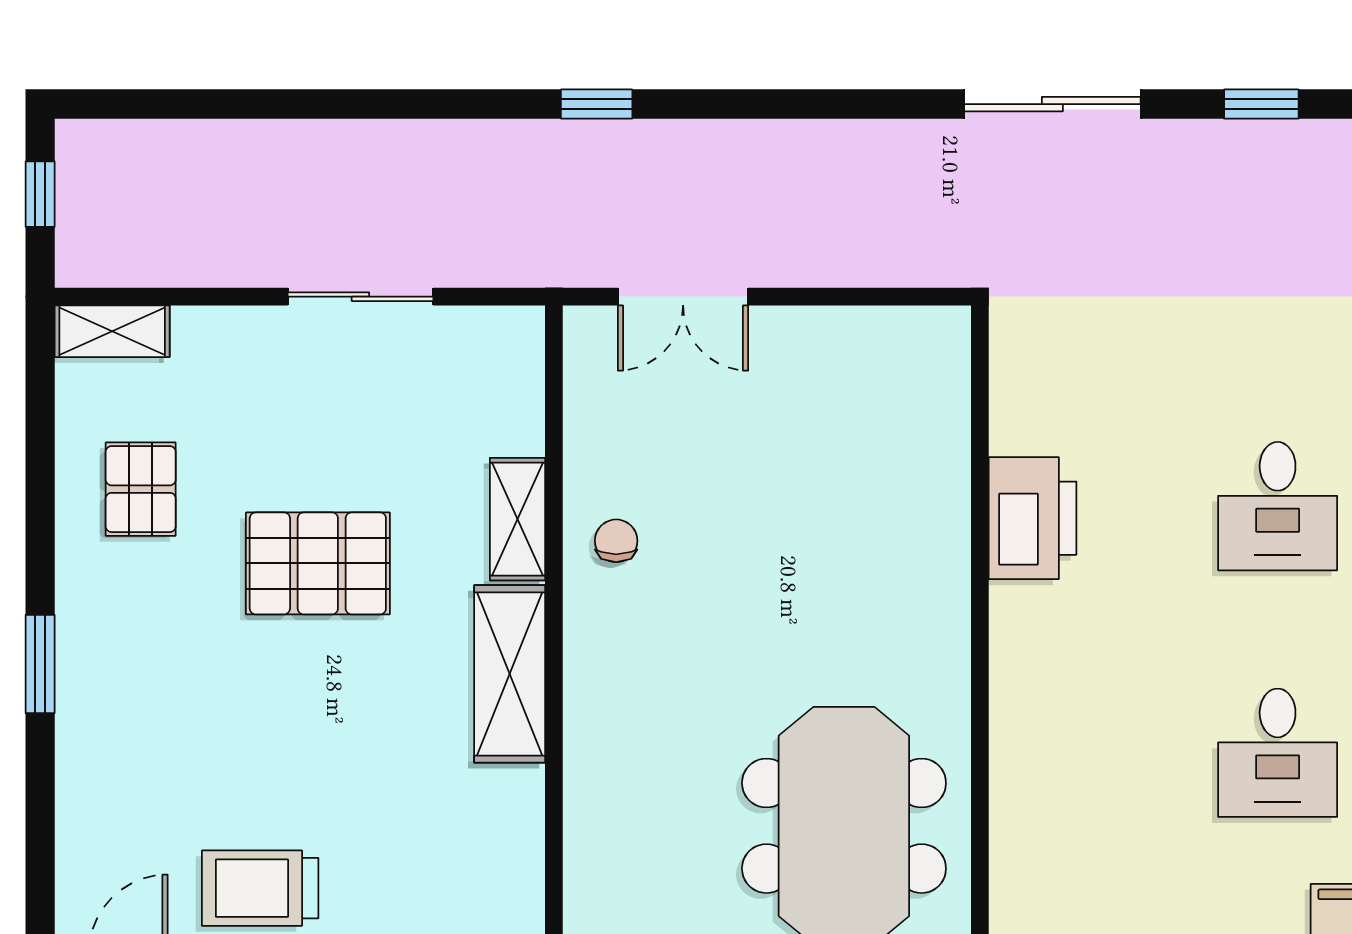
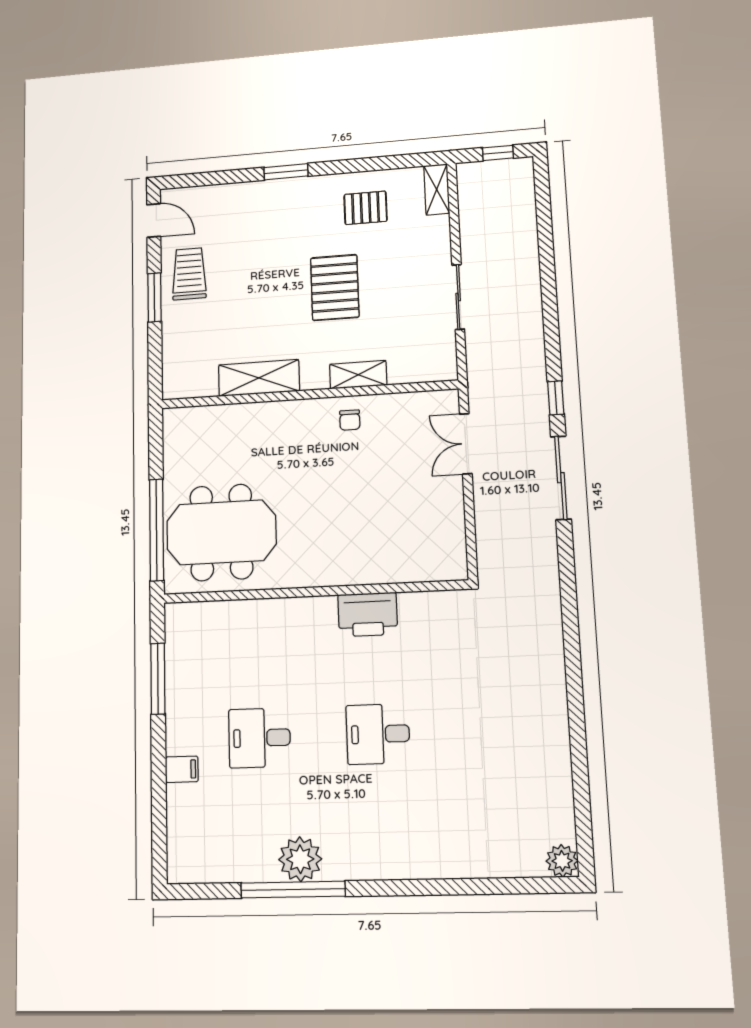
sliding door: (1052, 104) -> (561, 478), moved
window: (1261, 104) -> (577, 719), removed
chair: (616, 541) -> (350, 420), turned 90
shelving: (510, 674) -> (259, 378), moved

